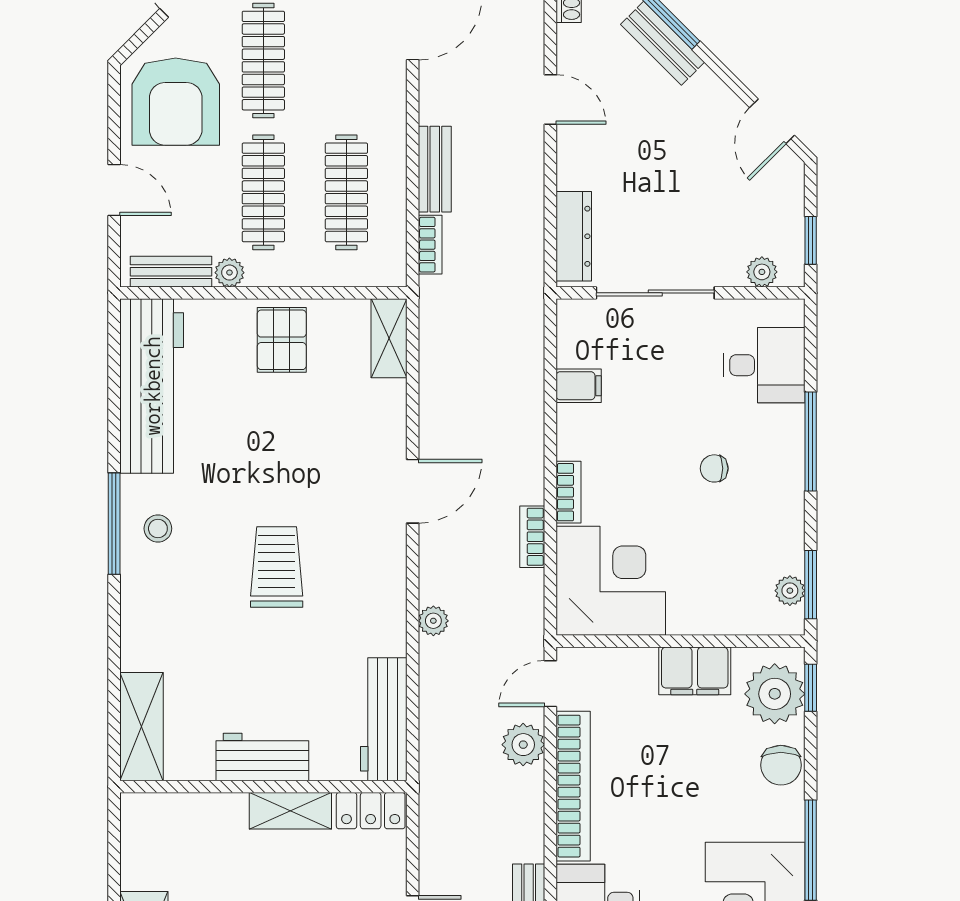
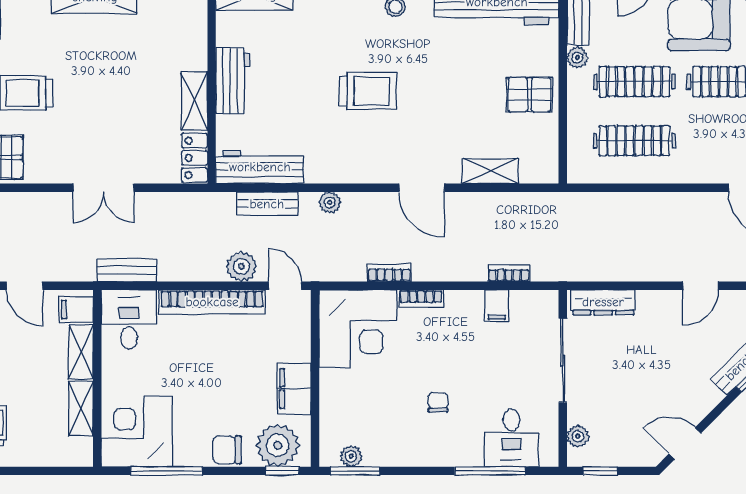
bench: (435, 169) -> (267, 204), moved
bookcase: (430, 245) -> (509, 273), moved, turned 180
shelving: (389, 338) -> (491, 171), moved
window: (811, 442) -> (490, 471), moved

